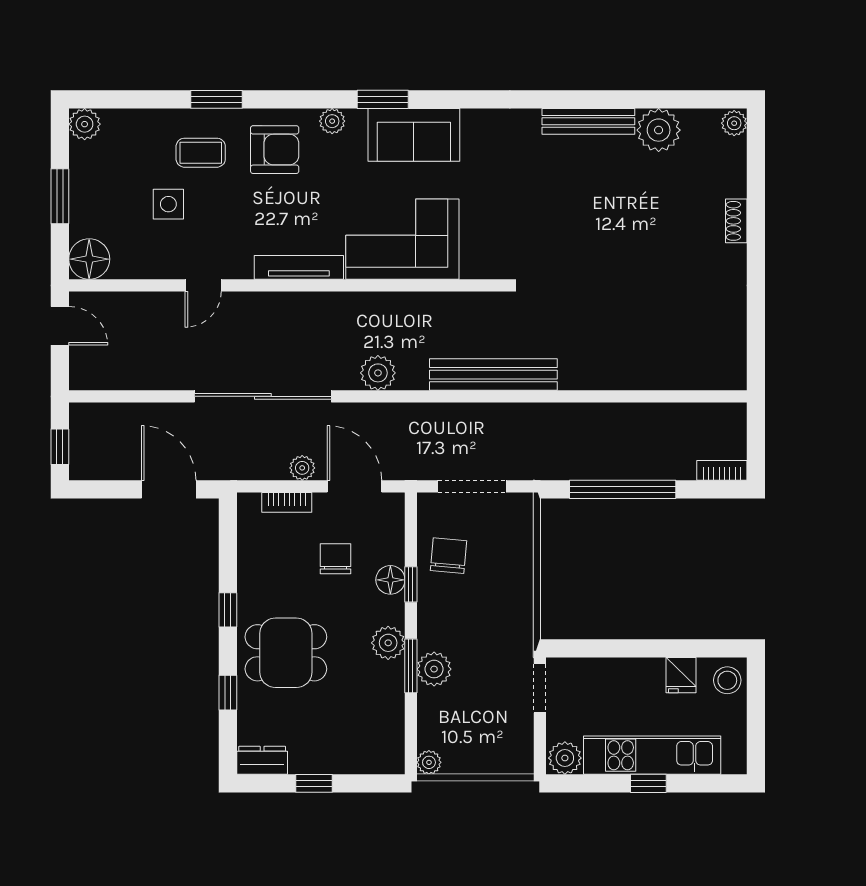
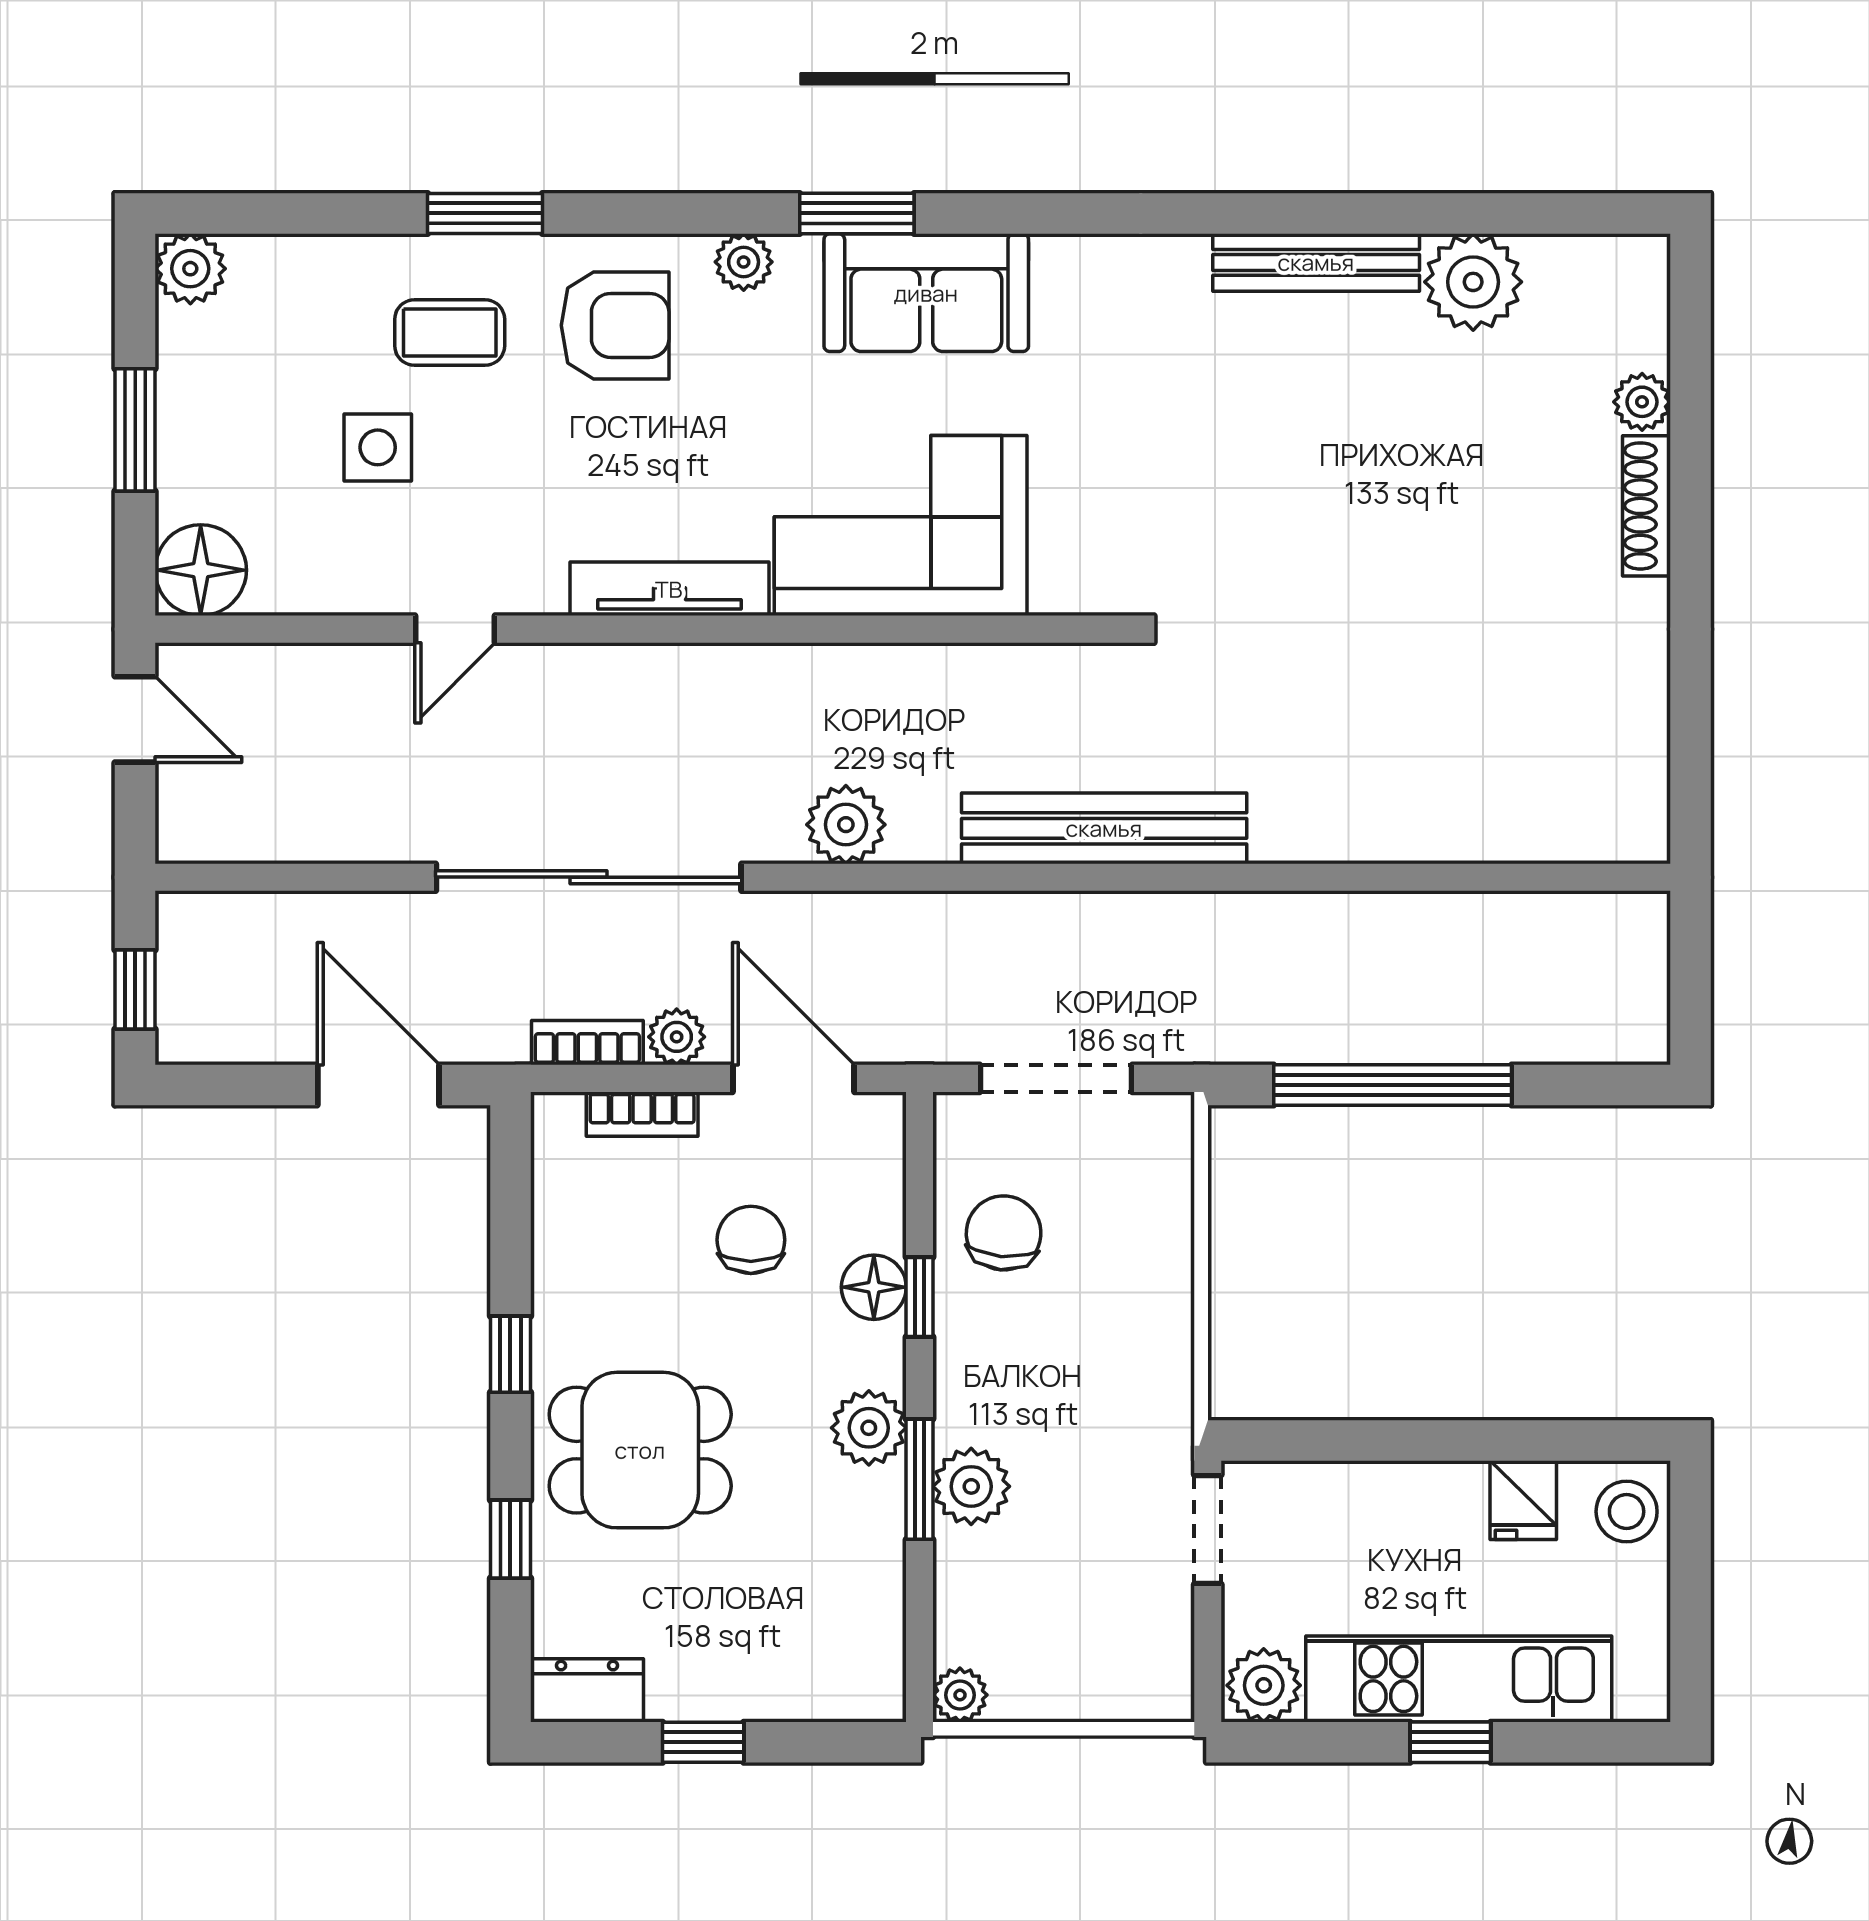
plant: (734, 123) -> (1642, 402), moved
shoe rack: (736, 221) -> (1647, 506), width x1.43
bookcase: (722, 470) -> (587, 1043), moved

